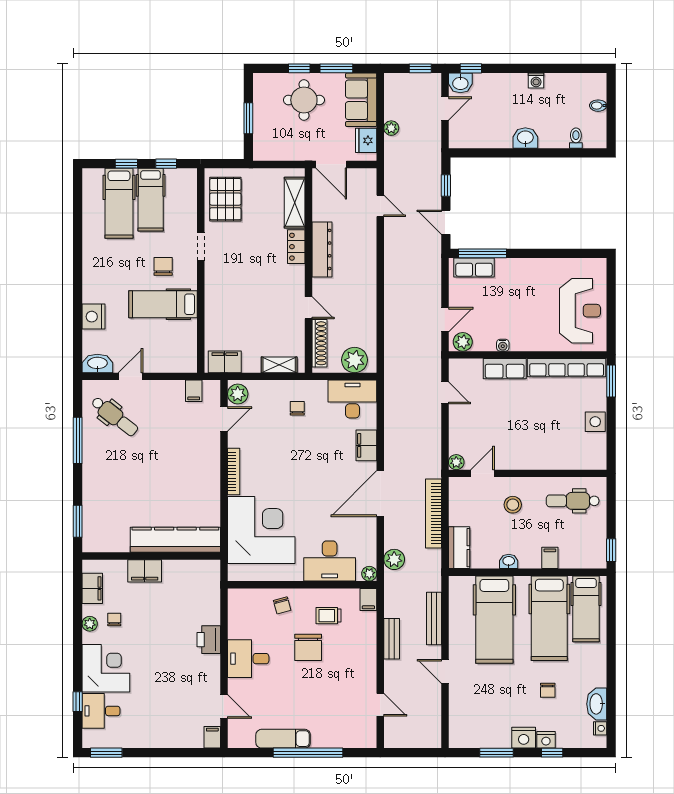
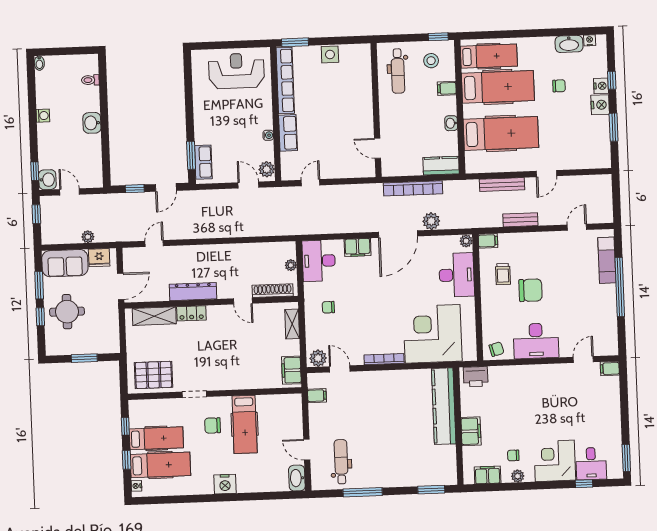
bidet: (598, 106) -> (39, 63), moved
nightstand: (95, 174) -> (136, 486), added
window: (483, 253) -> (191, 155), width x0.69
door: (308, 308) -> (243, 301), swing flipped
nightstand: (93, 317) -> (225, 484), moved
plant: (355, 360) -> (291, 265), width x0.53, depth x0.53
dental chair: (115, 416) -> (341, 462), turned -38
plant: (456, 462) -> (369, 171), removed
door: (380, 494) -> (398, 234), hinge flipped
stool: (513, 505) -> (431, 61), moved
plant: (394, 559) -> (431, 221), moved
chair: (282, 605) -> (496, 349), moved
printer: (209, 640) -> (476, 377), moved
desk: (248, 659) -> (536, 341), width x1.37
exam couch: (283, 739) -> (607, 260), moved

